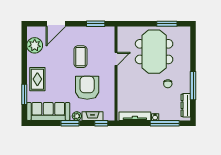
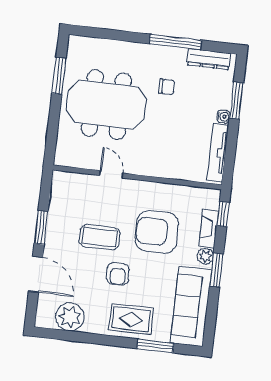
window: (96, 24) -> (41, 228), moved
armchair: (62, 69) -> (118, 274), added
window: (165, 123) -> (236, 100), width x0.69

